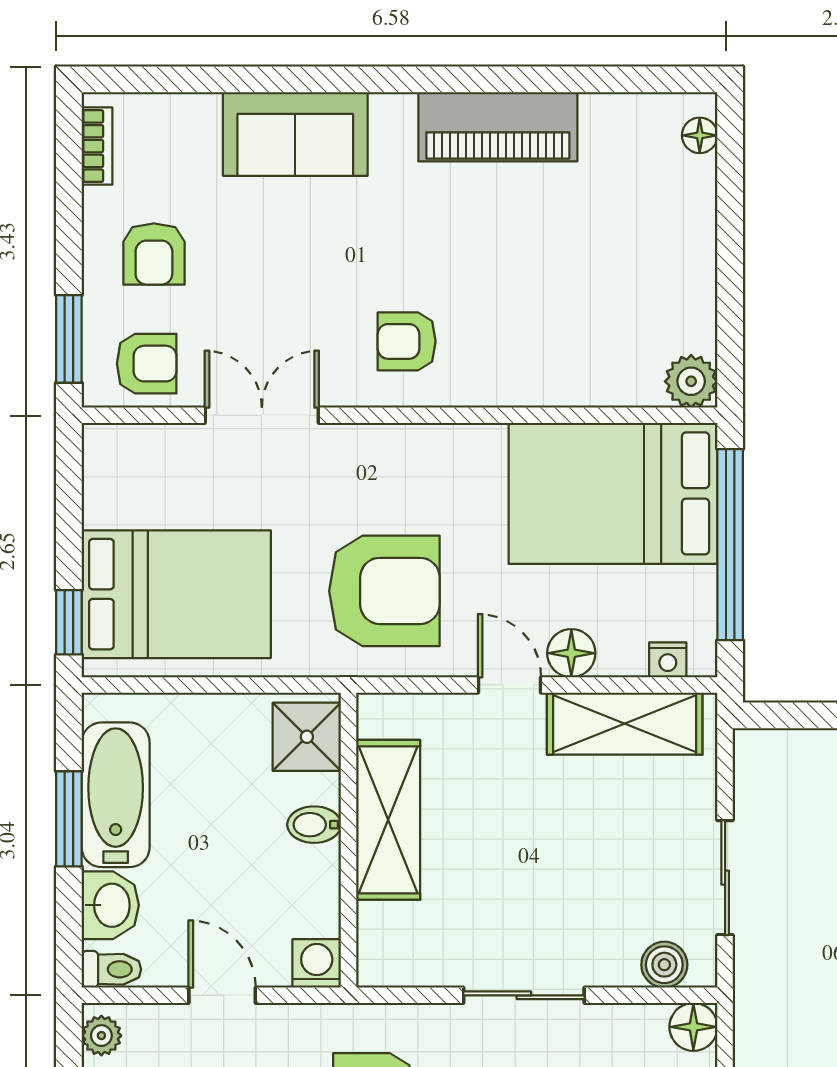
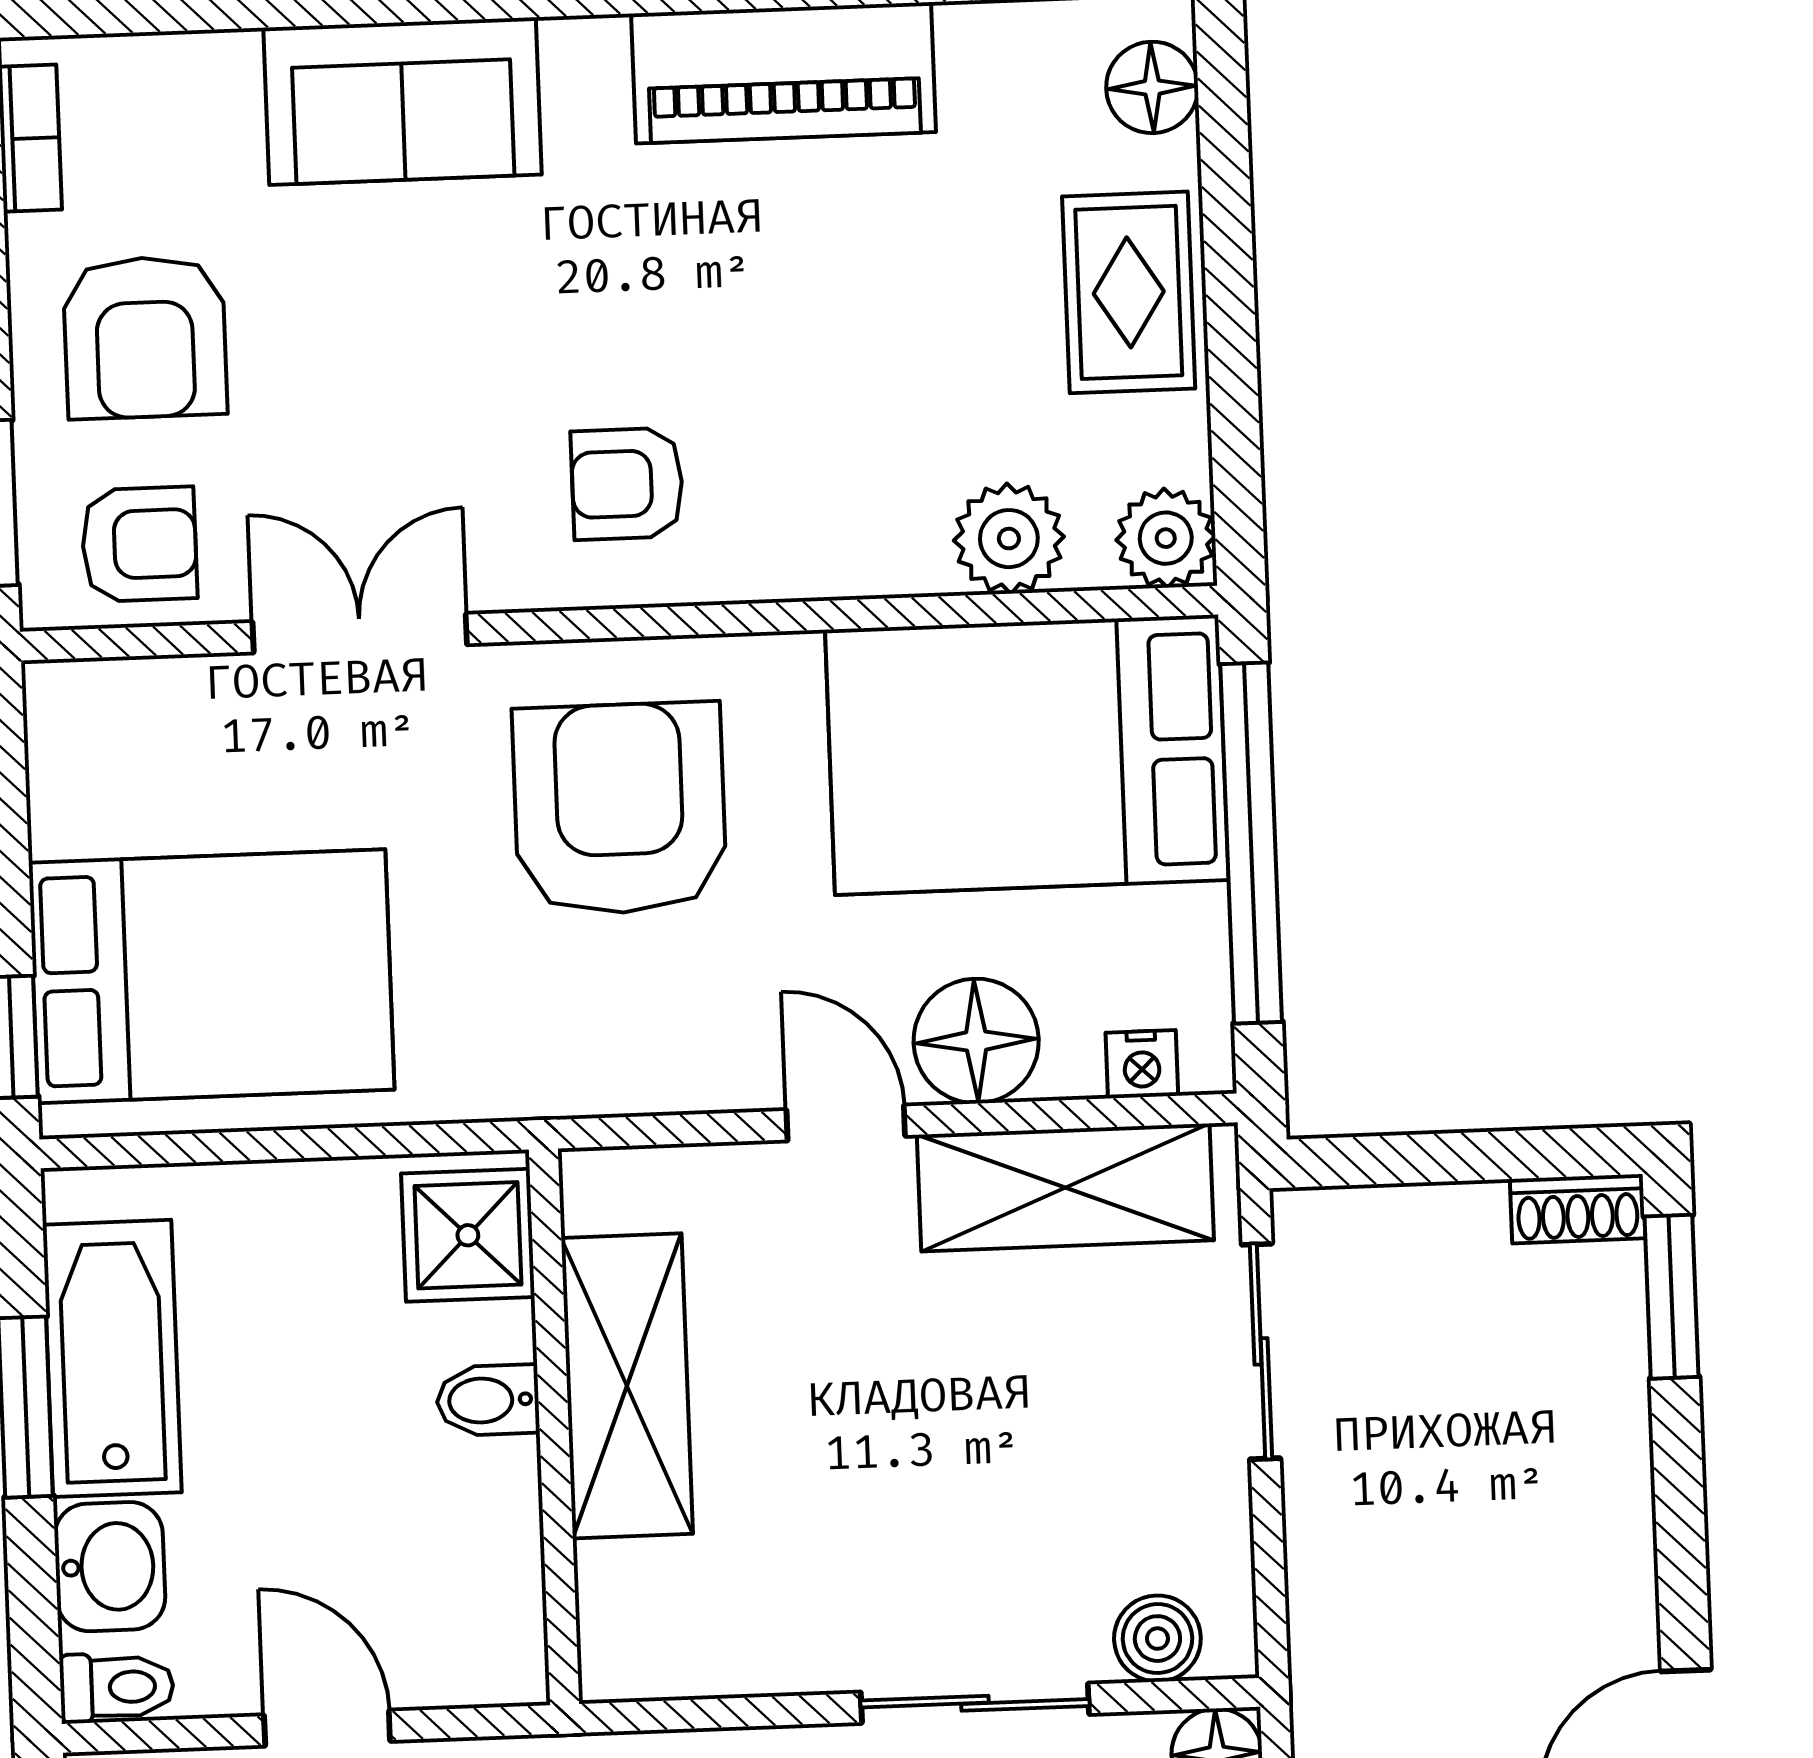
floor lamp: (700, 135) -> (1152, 87), width x1.37, depth x1.37
rug: (677, 250) -> (1129, 292), added
armchair: (154, 254) -> (145, 337), width x1.38, depth x1.38
plant: (608, 378) -> (1009, 539), added
armchair: (384, 591) -> (620, 809), moved, turned -90
floor lamp: (571, 653) -> (976, 1041), width x1.38, depth x1.38
sliding door: (725, 878) -> (1261, 1351), moved
washing machine: (317, 963) -> (503, 1661), removed
sliding door: (524, 995) -> (975, 1703), moved

